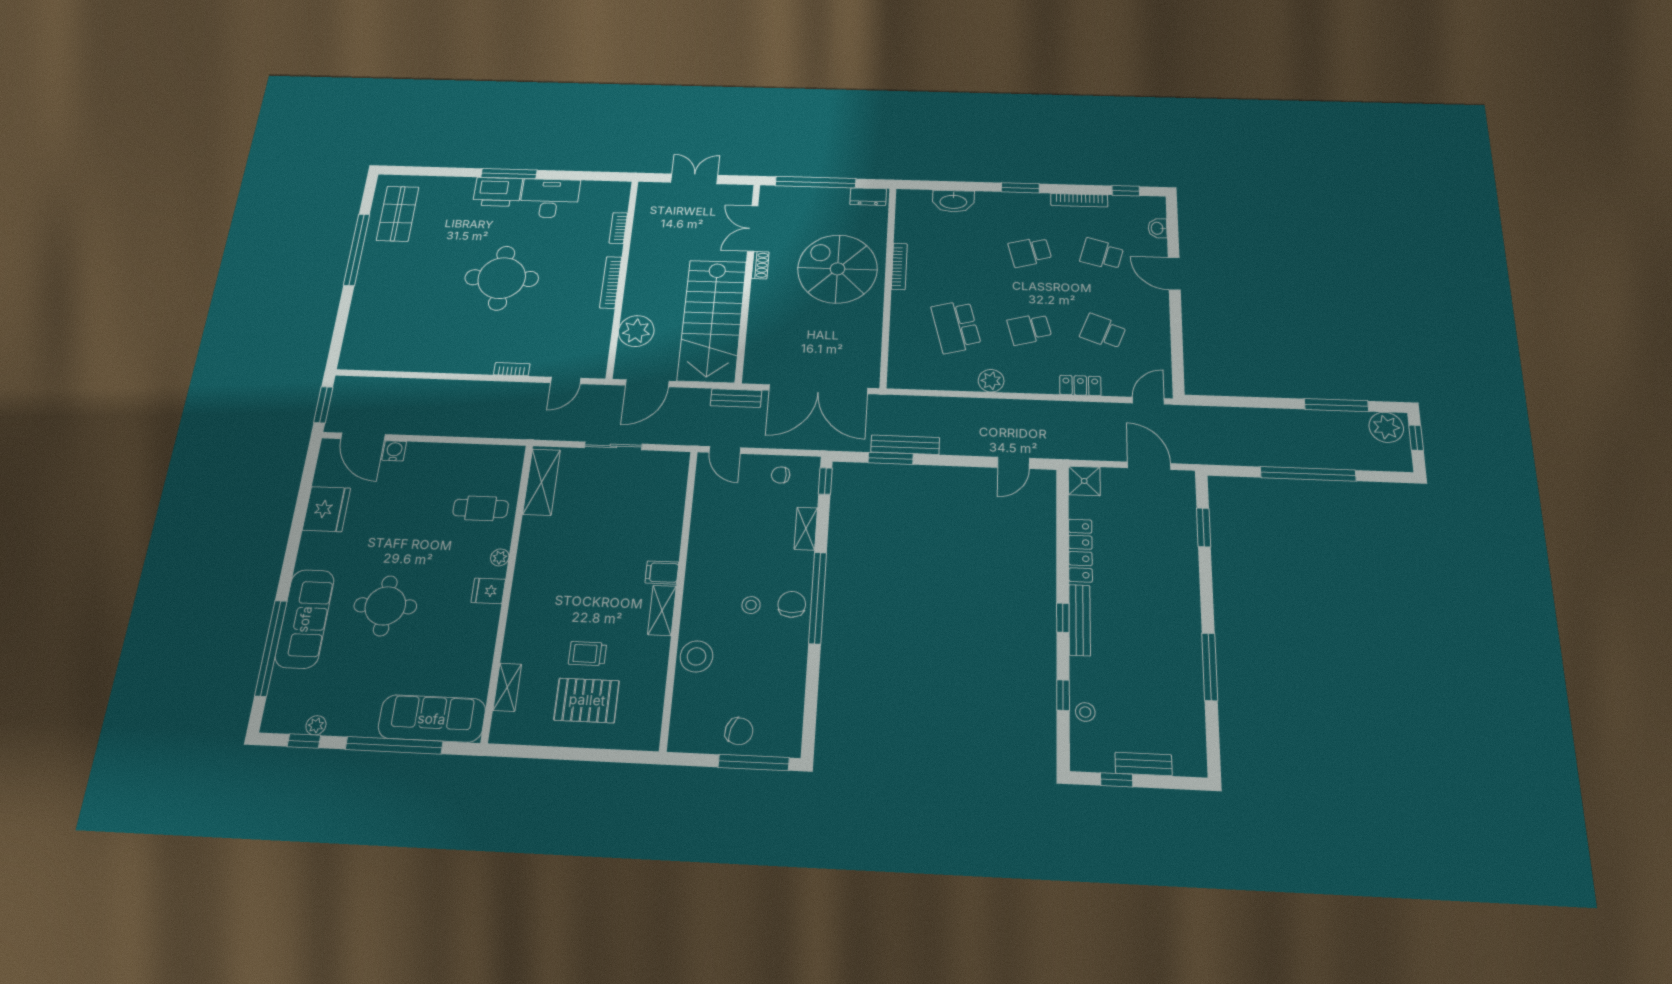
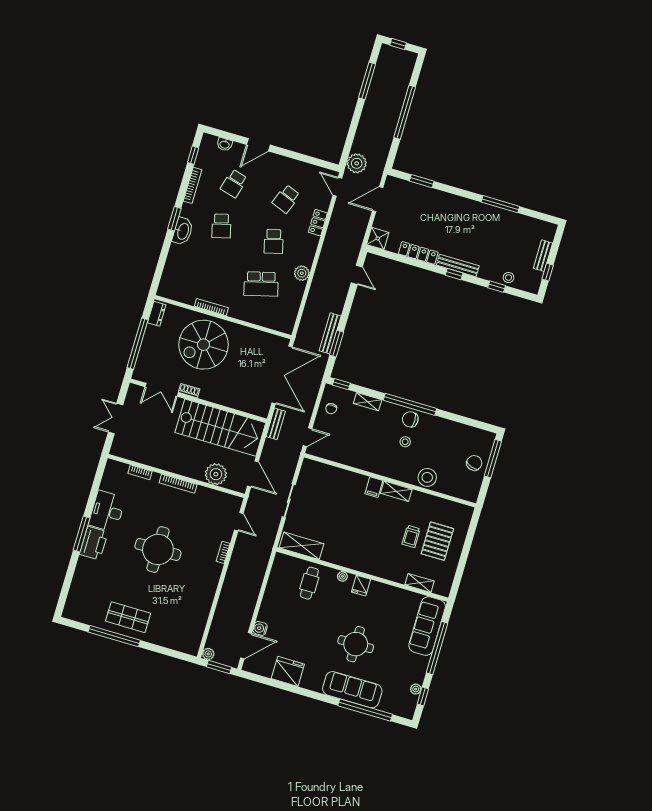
washbasin: (953, 201) -> (183, 231), moved
shop shelf: (398, 214) -> (128, 617), moved
plant: (343, 385) -> (208, 654), added
plant: (1386, 427) -> (357, 163), moved

